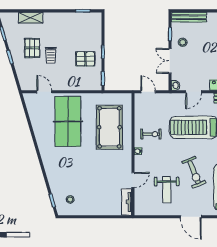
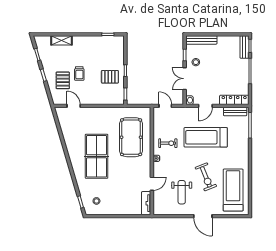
pallet: (32, 48) -> (63, 80), moved
table tennis table: (68, 121) -> (97, 156), moved

